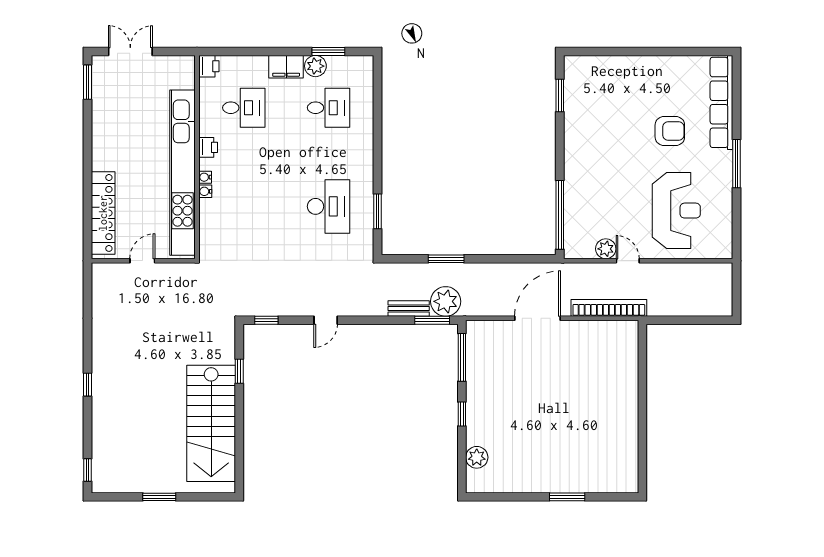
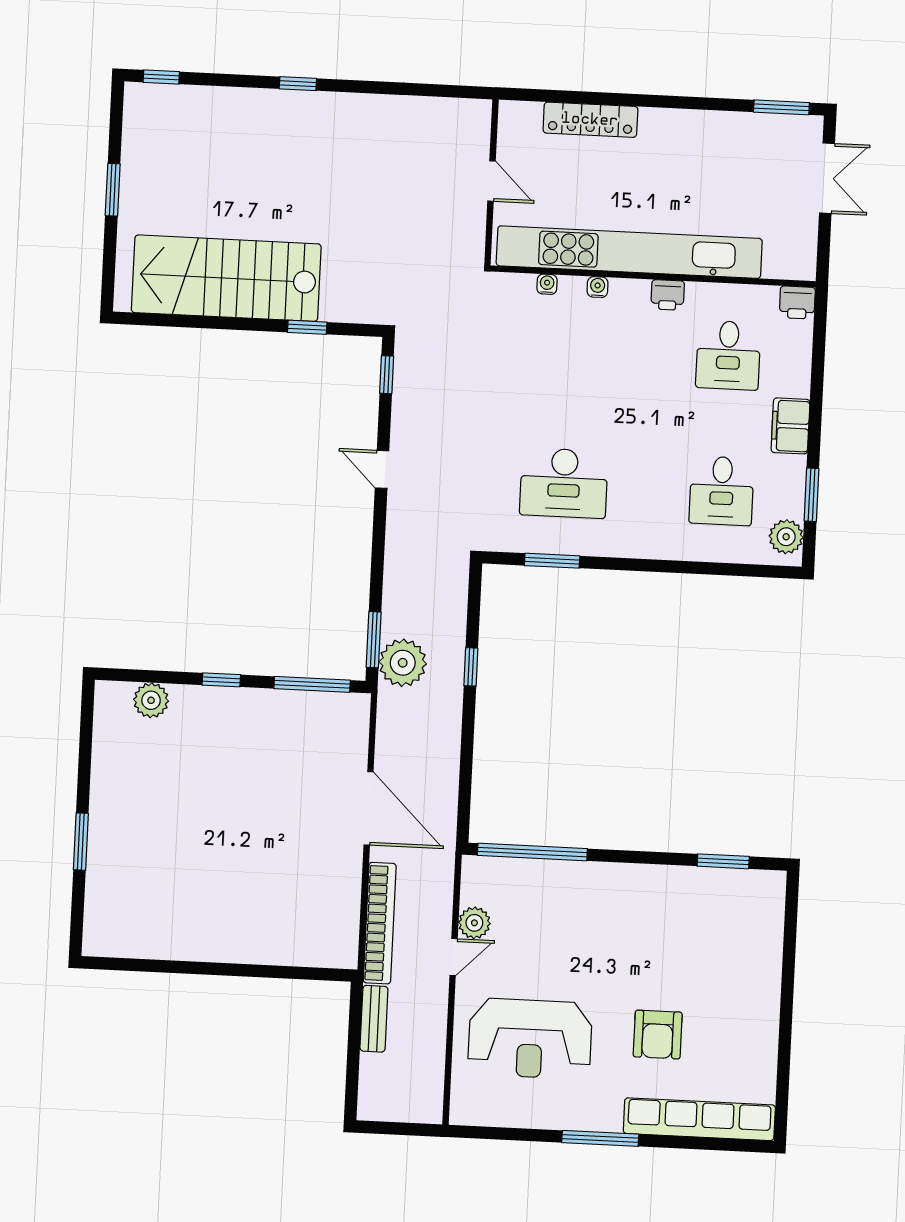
plant: (315, 66) -> (786, 537), moved
water cooler: (205, 177) -> (547, 284), moved
locker: (103, 213) -> (590, 120), width x0.71, depth x0.83
window: (446, 259) -> (471, 667), width x0.67
bench: (409, 309) -> (374, 1019), moved

